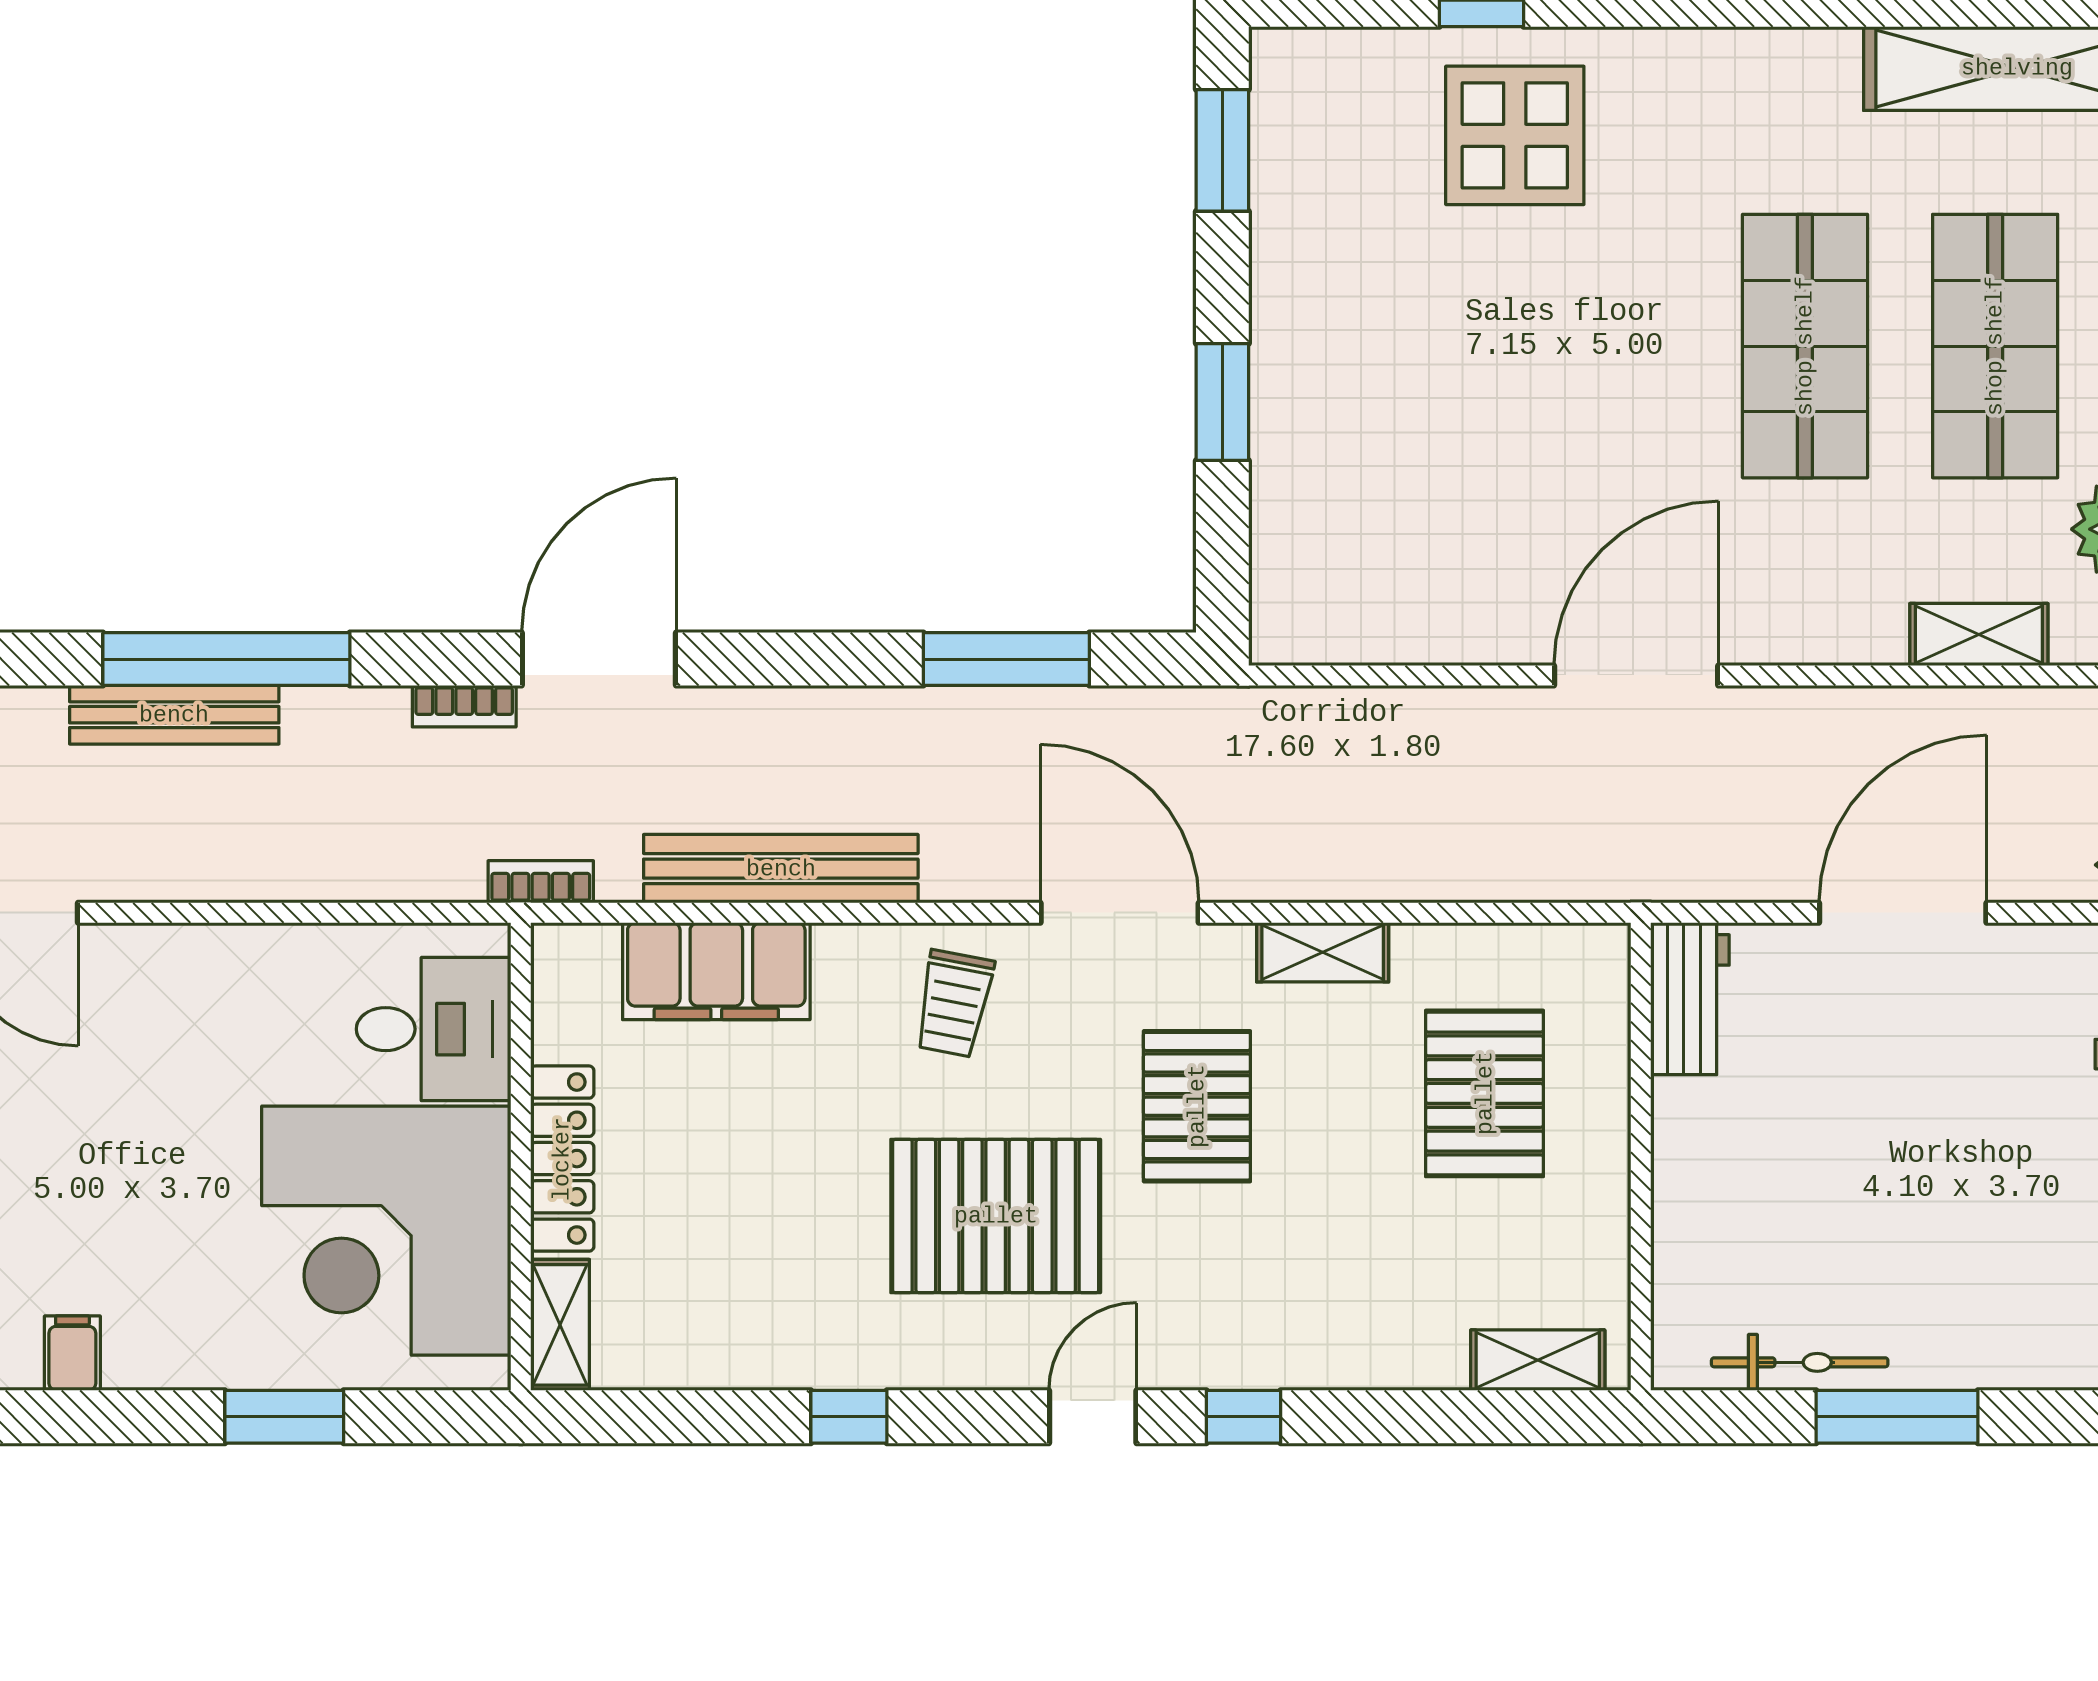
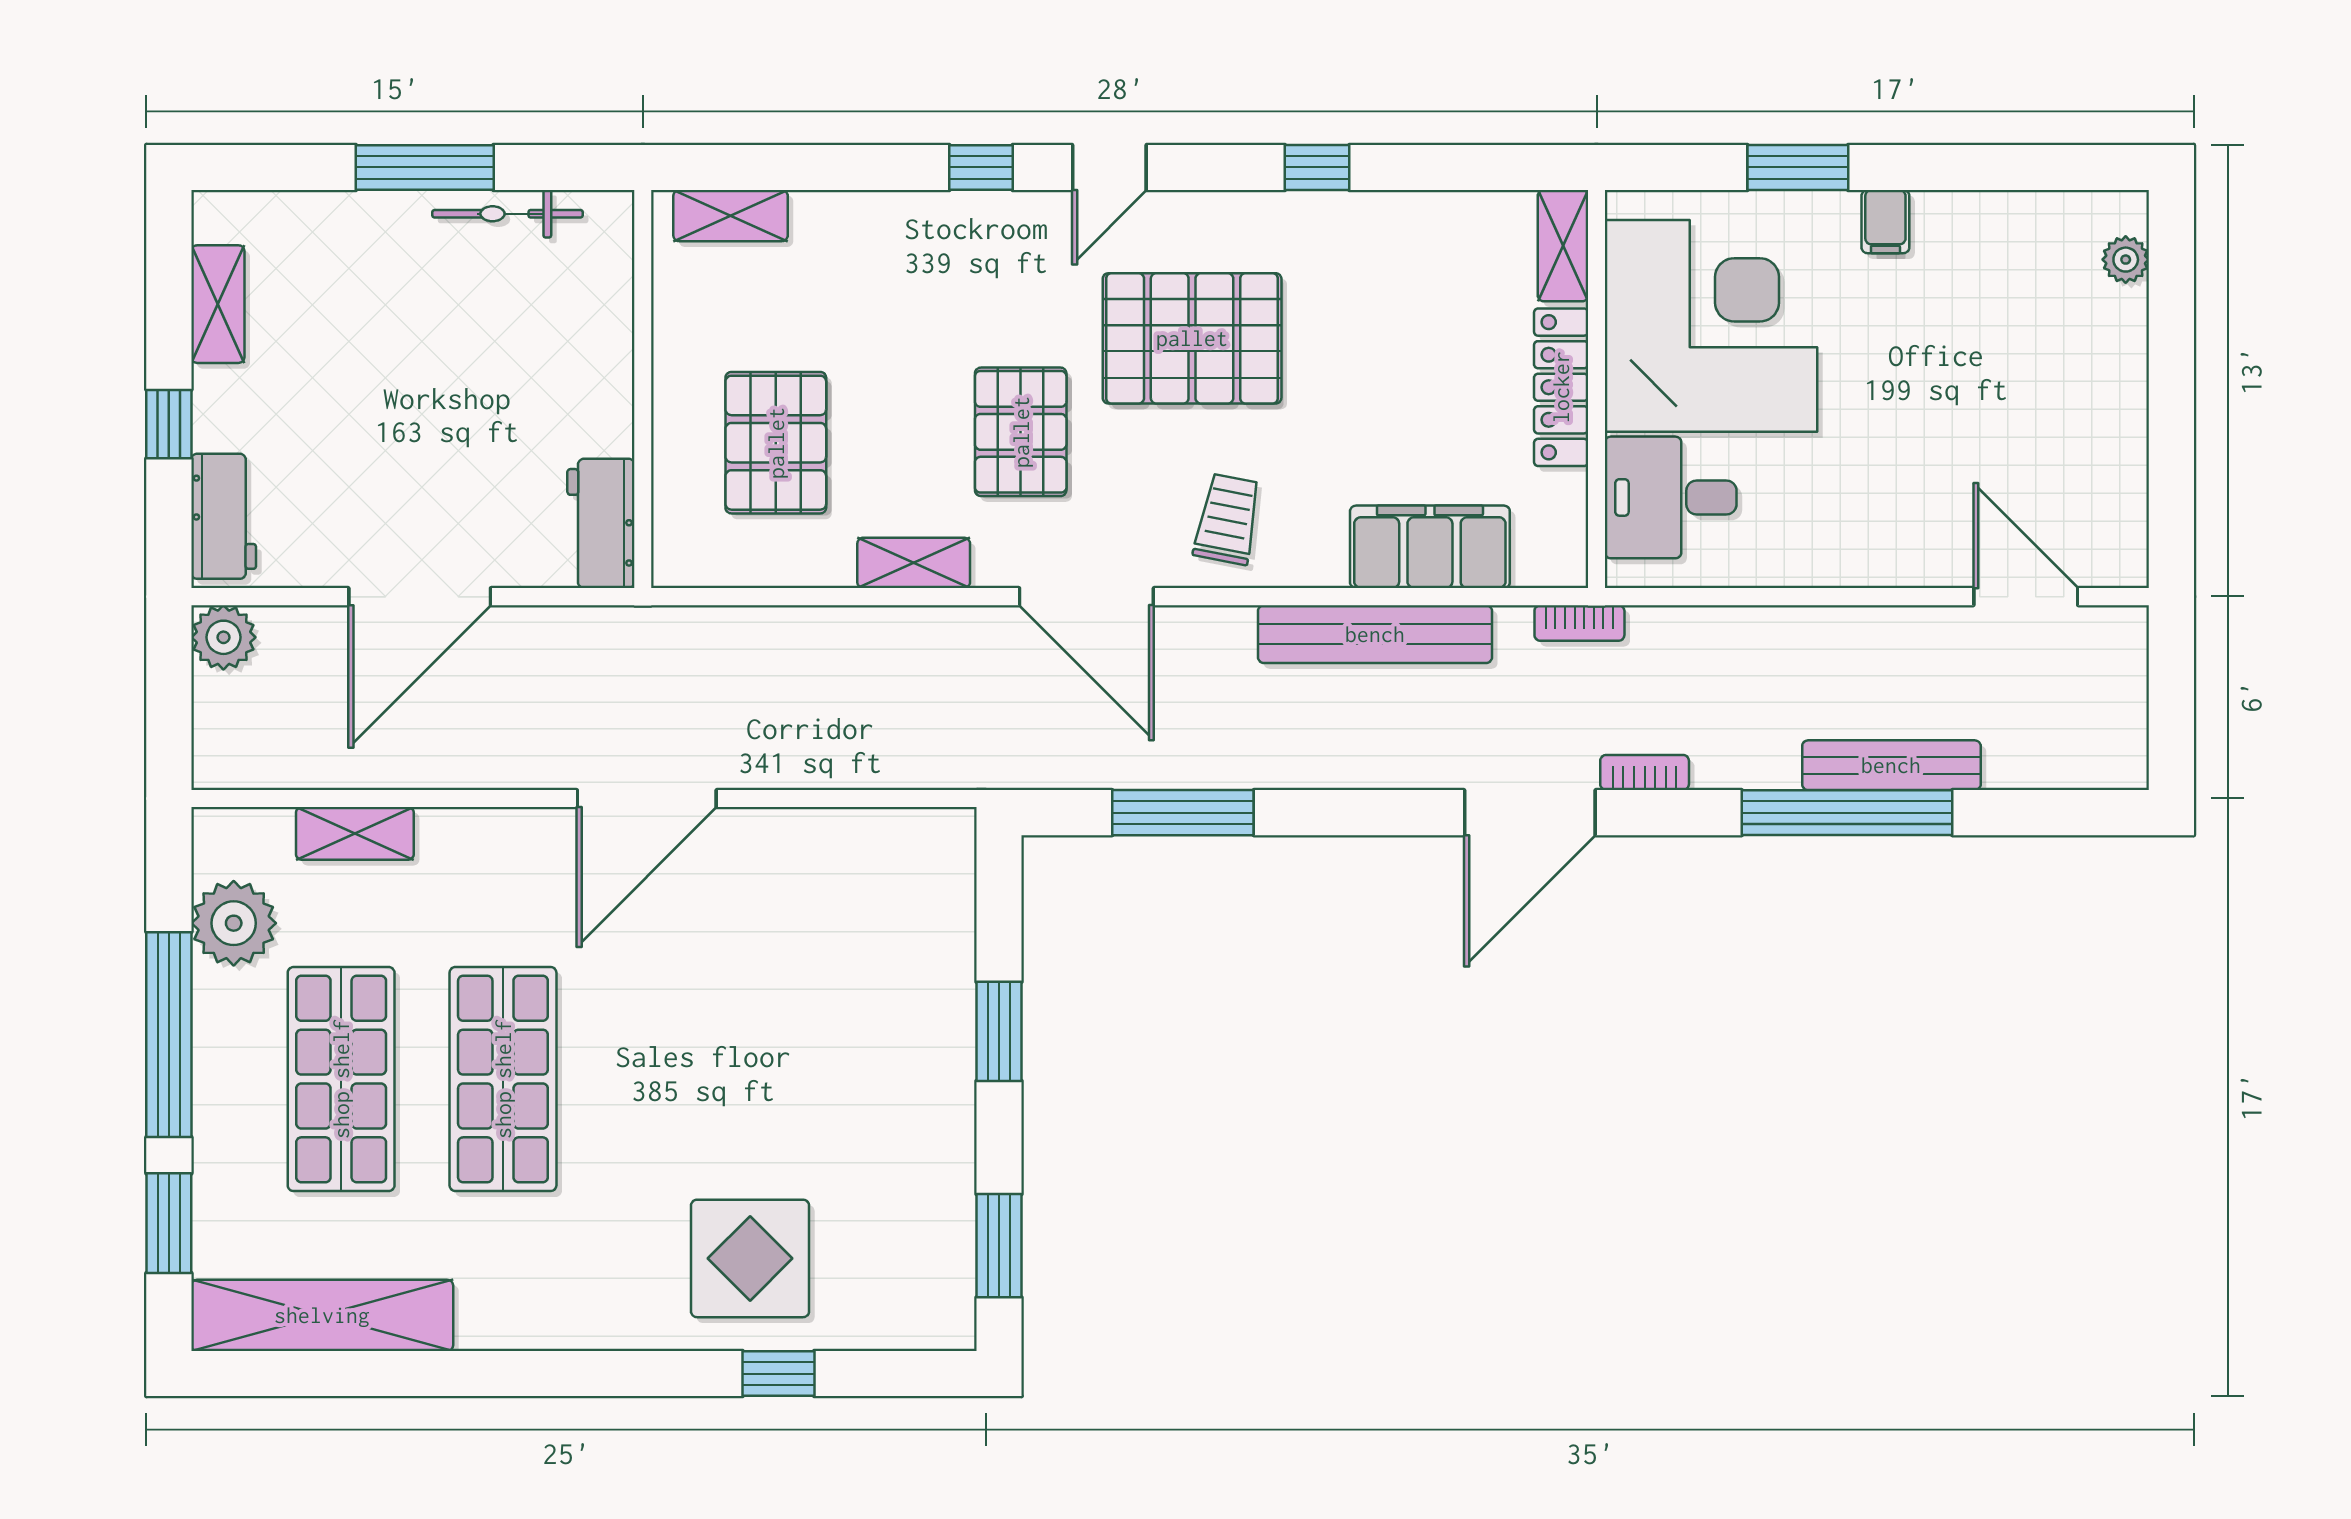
filing cabinet: (72, 1353) -> (1885, 222), moved

